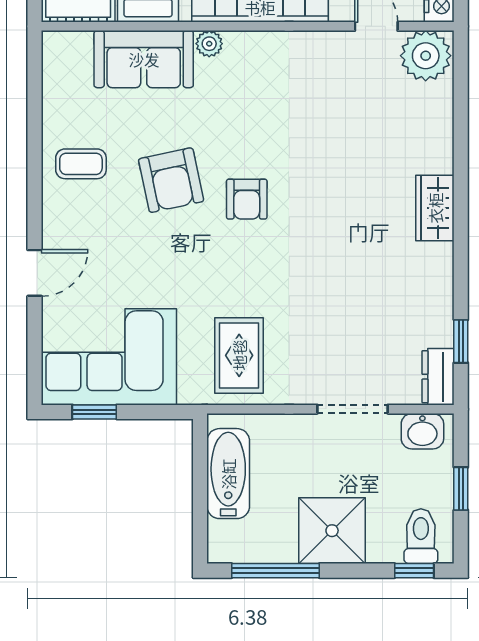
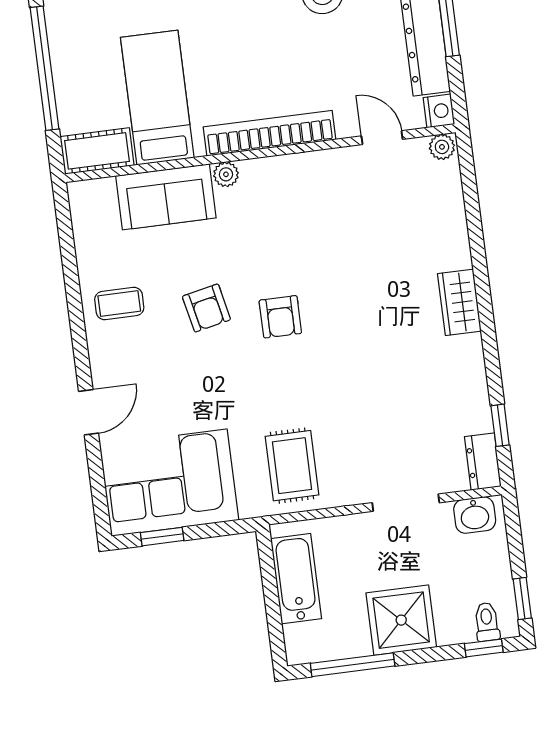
plant: (426, 56) -> (442, 147), width x0.53, depth x0.53
armchair: (171, 180) -> (206, 308), width x0.72, depth x0.72
window: (461, 489) -> (522, 599), moved
toilet: (421, 536) -> (487, 622), width x0.73, depth x0.72

